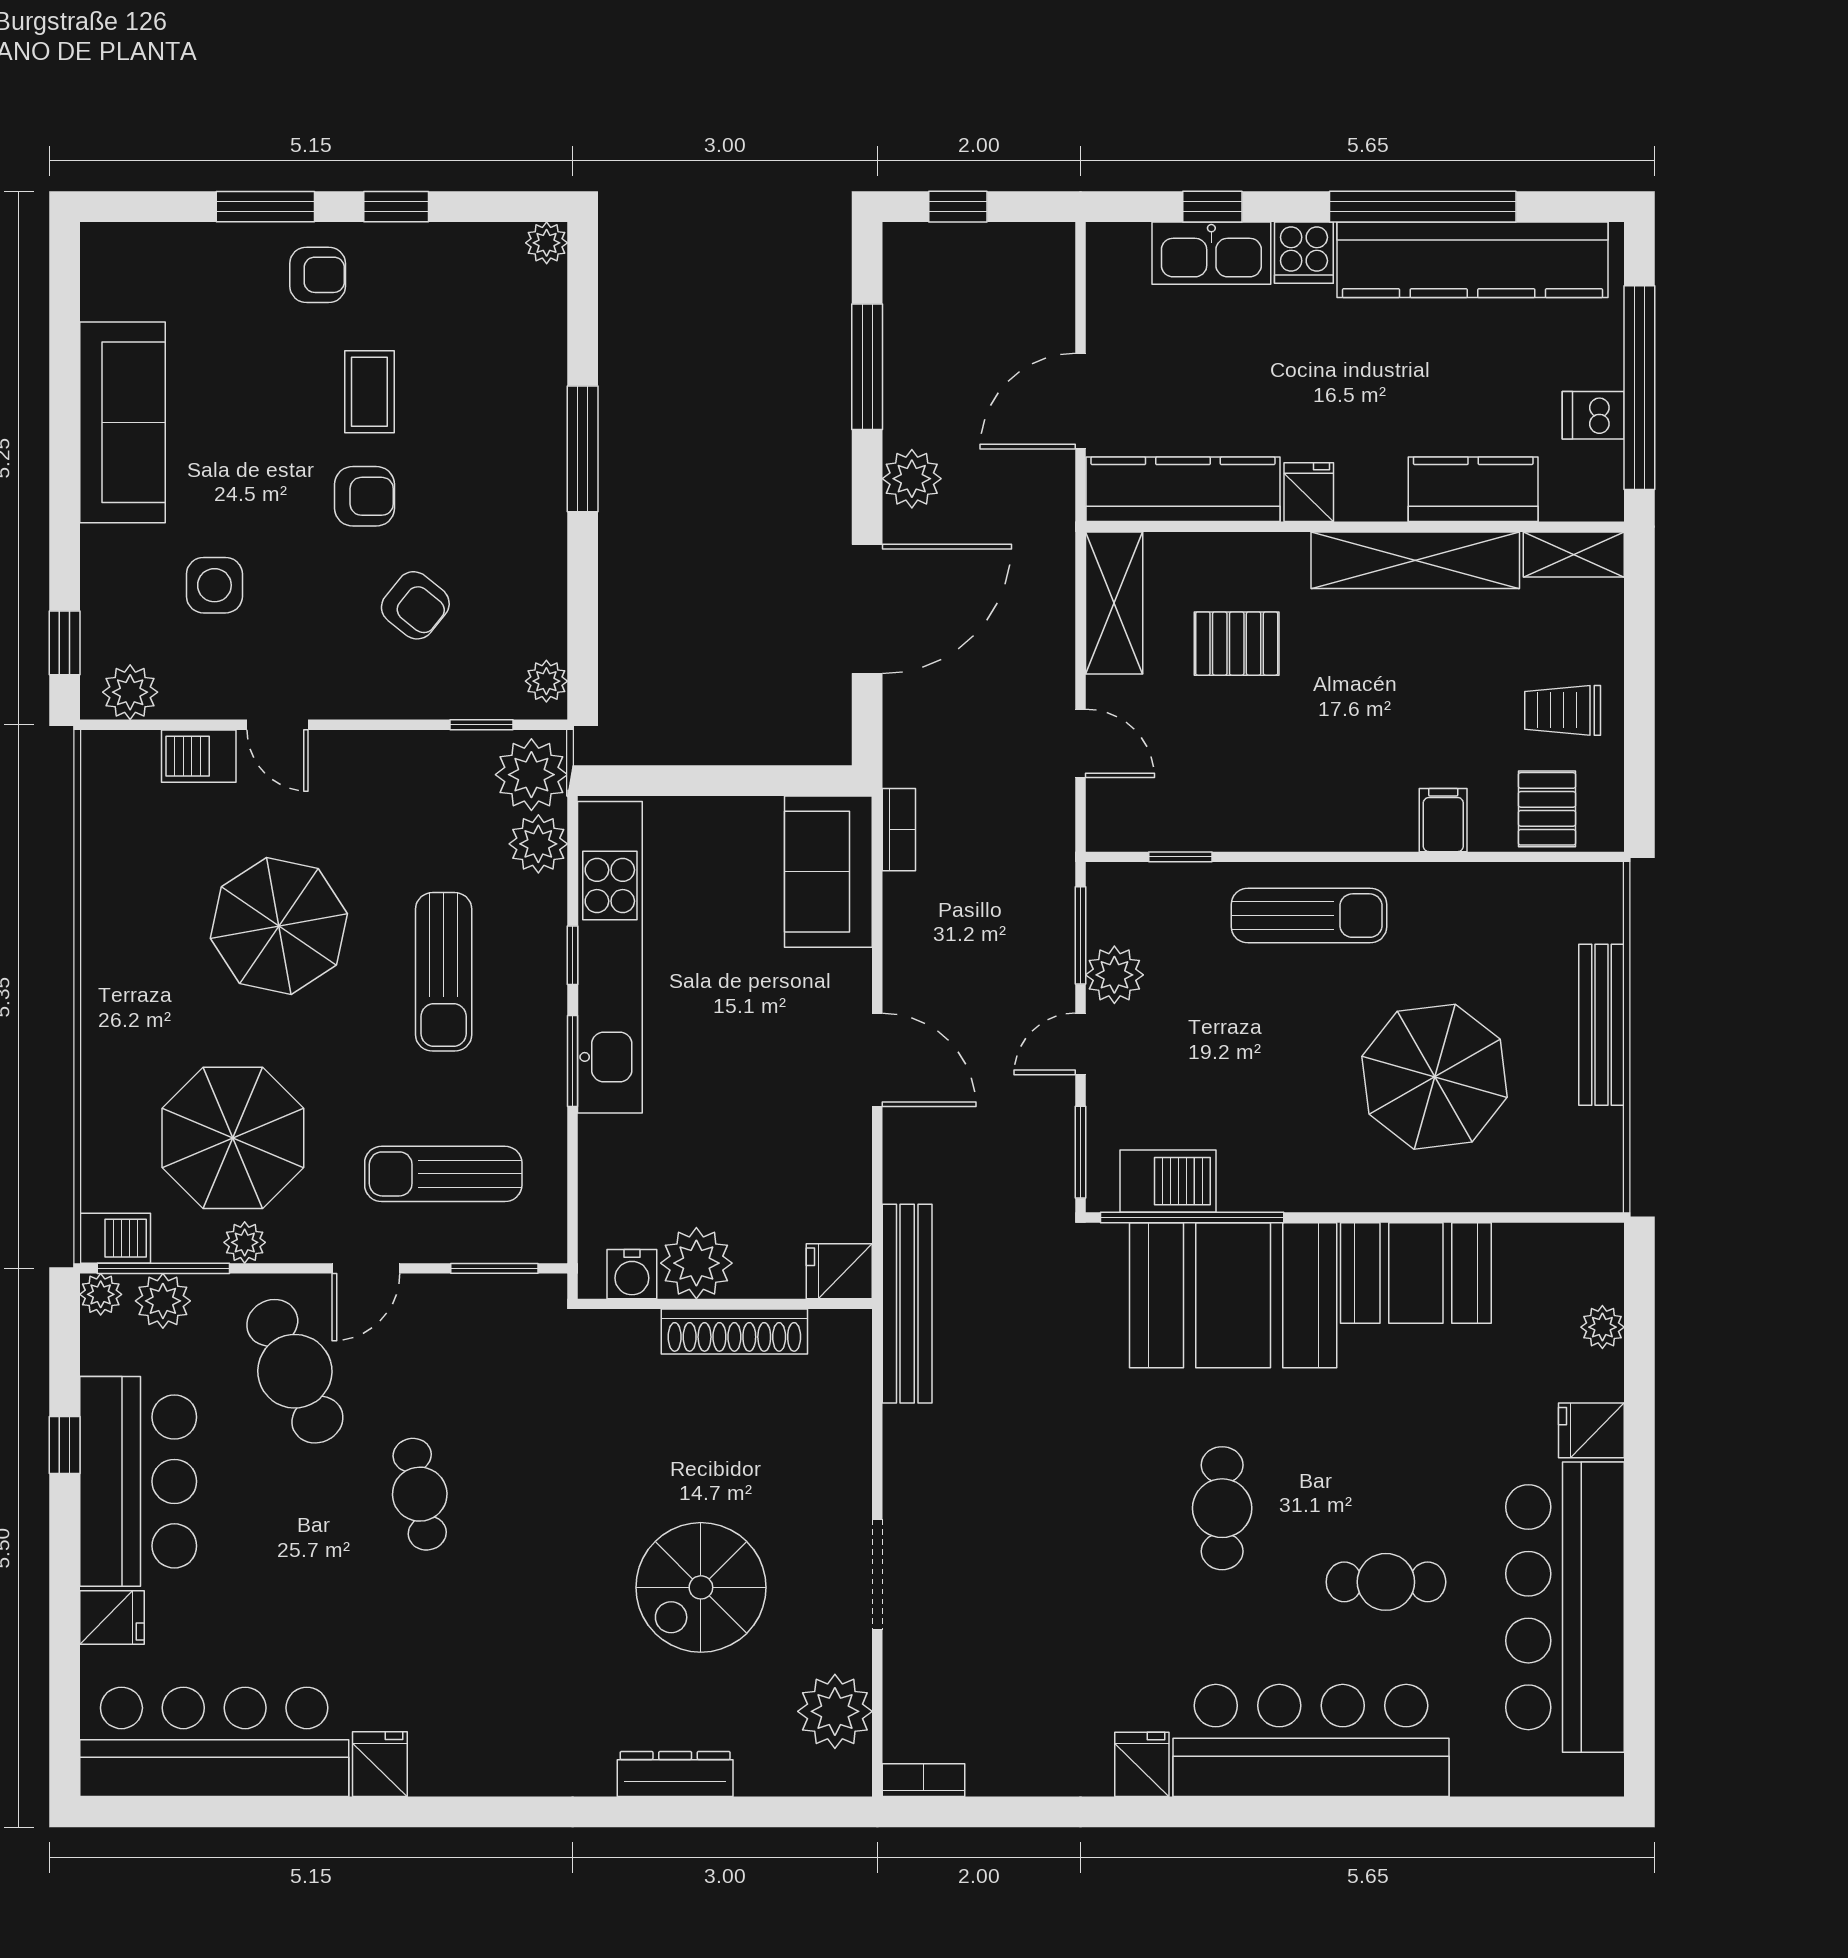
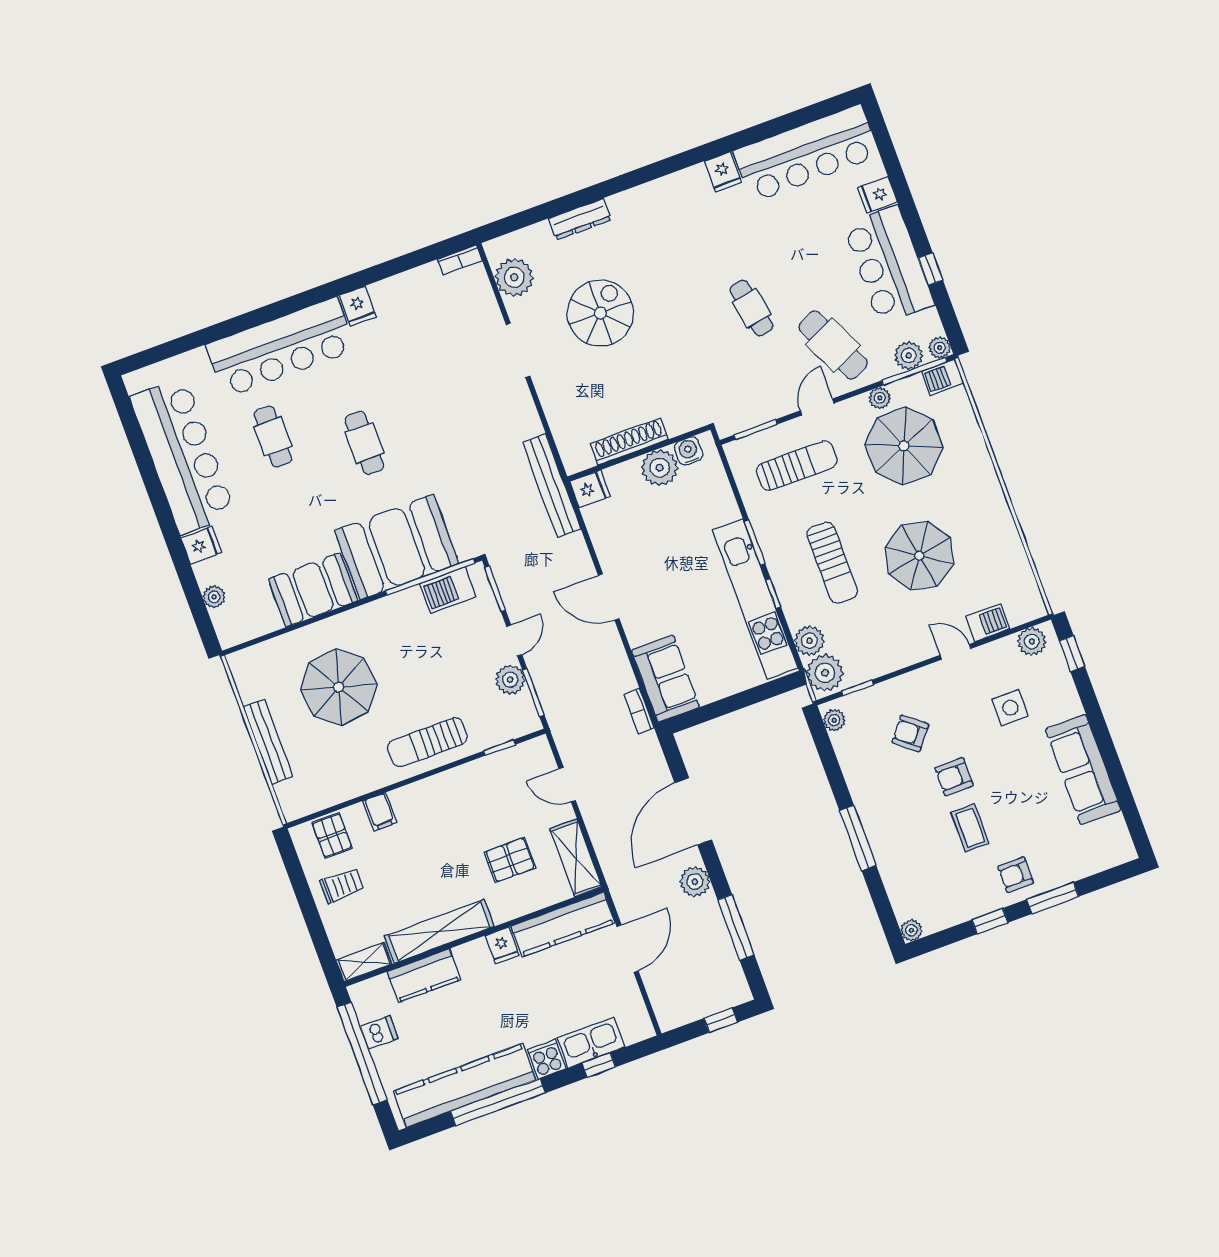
sun lounger: (444, 972) -> (832, 563), turned 180
cafe table: (1386, 1582) -> (273, 436), turned 90

